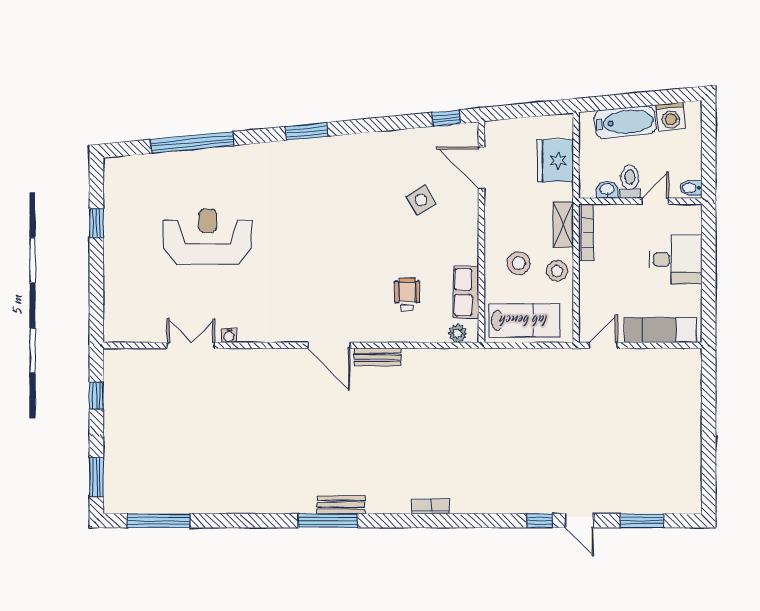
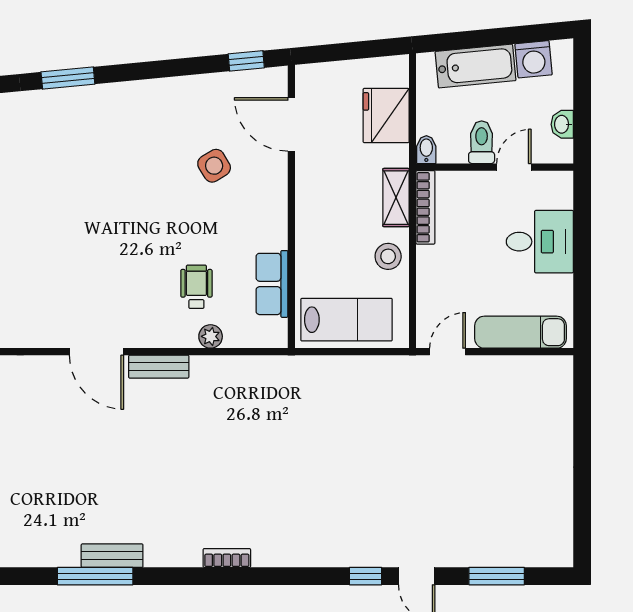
bidet: (691, 188) -> (426, 150), moved, turned 90
washbasin: (607, 190) -> (562, 124), moved, turned -90
stool: (519, 263) -> (339, 246), removed
plant: (458, 333) -> (211, 336), moved

